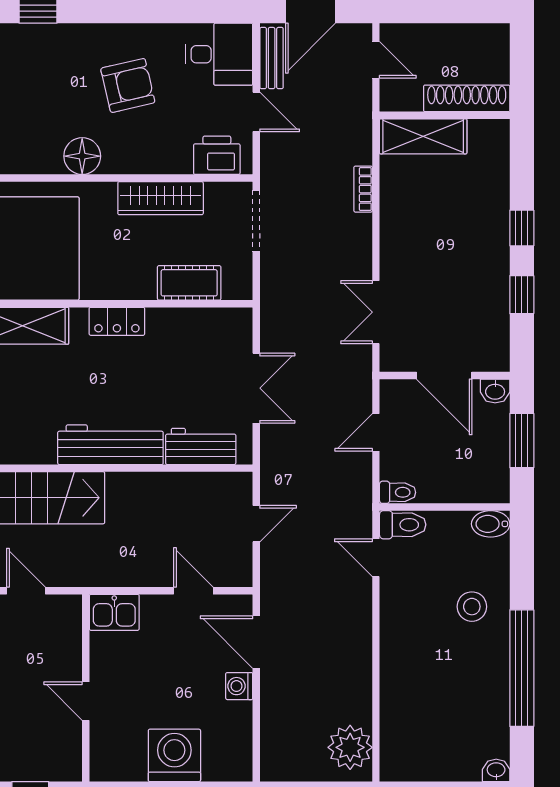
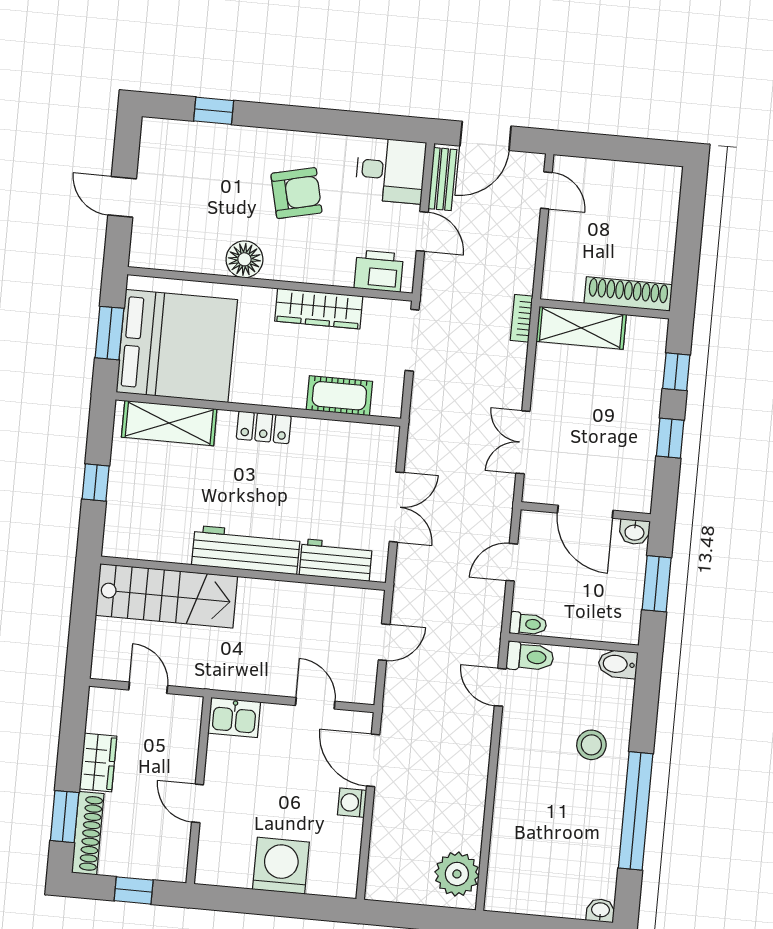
shoe rack: (467, 98) -> (628, 294), moved
wall: (445, 115) -> (605, 309), moved
shelving: (423, 136) -> (581, 328), moved

